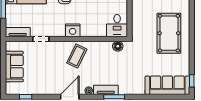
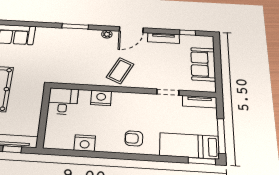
nightstand: (73, 30) -> (101, 98), moved
floor lamp: (118, 46) -> (65, 78), removed
tv unit: (106, 90) -> (164, 38), moved

